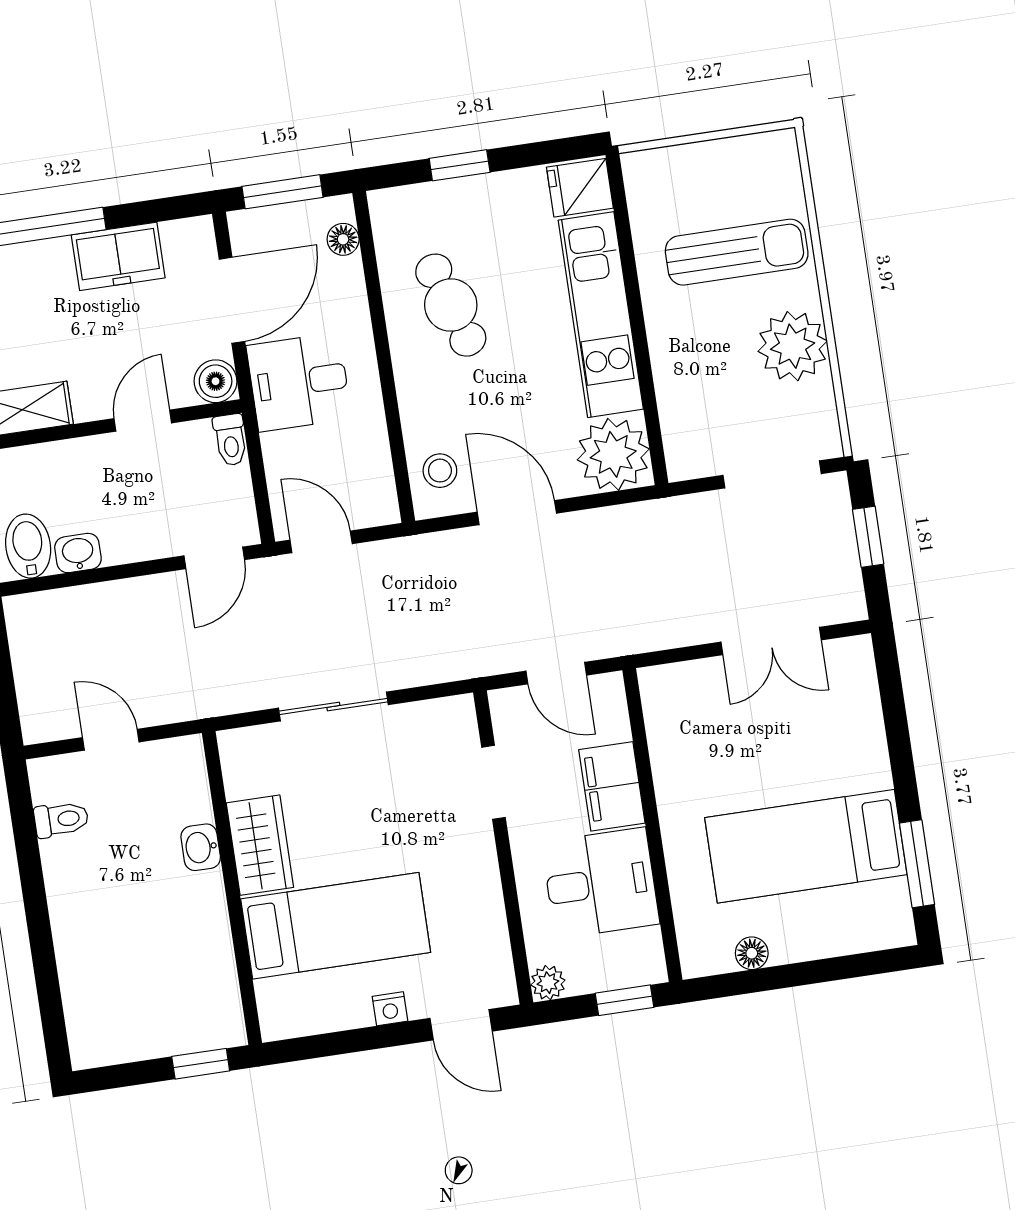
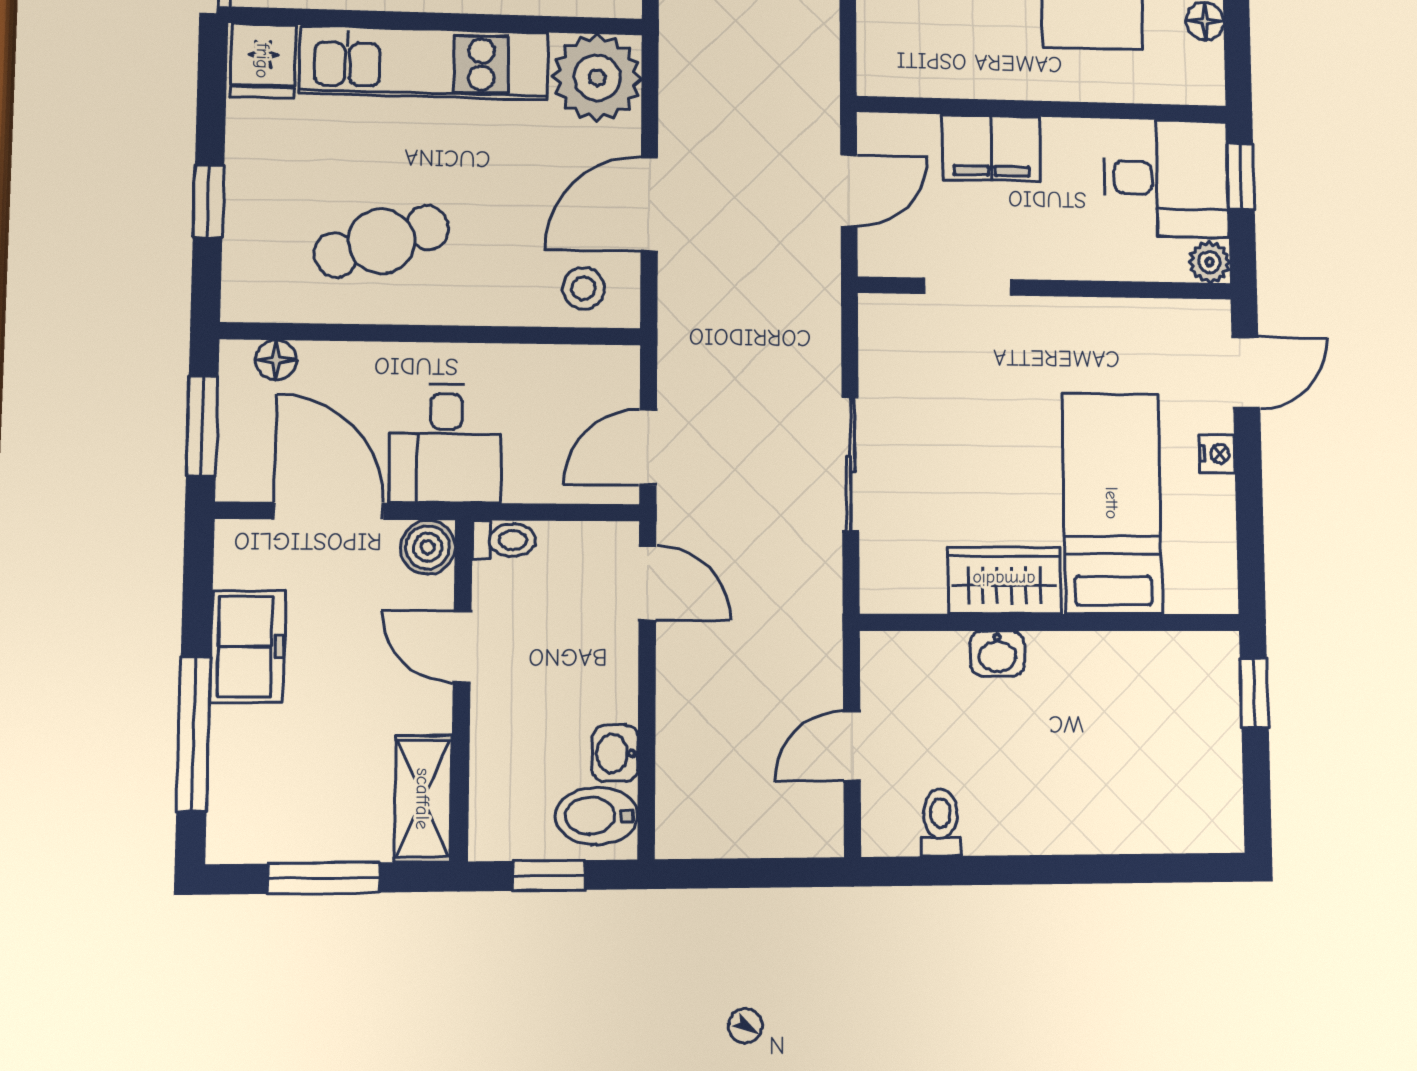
desk: (601, 883) -> (1166, 178), moved, turned 90

